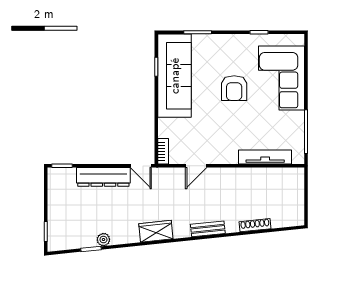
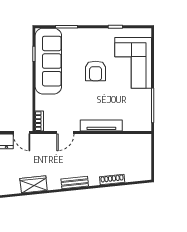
tv unit: (265, 157) -> (101, 126), moved

